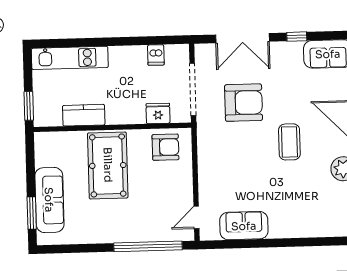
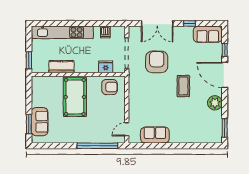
kitchen unit: (70, 58) -> (62, 32), width x1.36
armchair: (243, 103) -> (157, 62), turned -90
sofa: (49, 200) -> (40, 122), width x0.73

